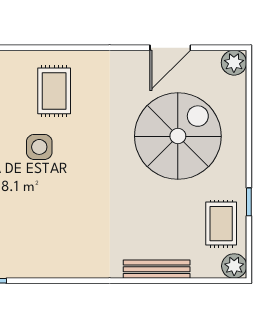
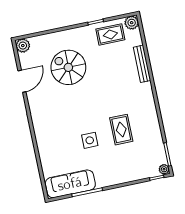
door: (170, 48) -> (22, 81), hinge flipped
rug: (54, 91) -> (121, 130), moved, turned 90
spiral stairs: (178, 136) -> (68, 67), width x0.73, depth x0.73

